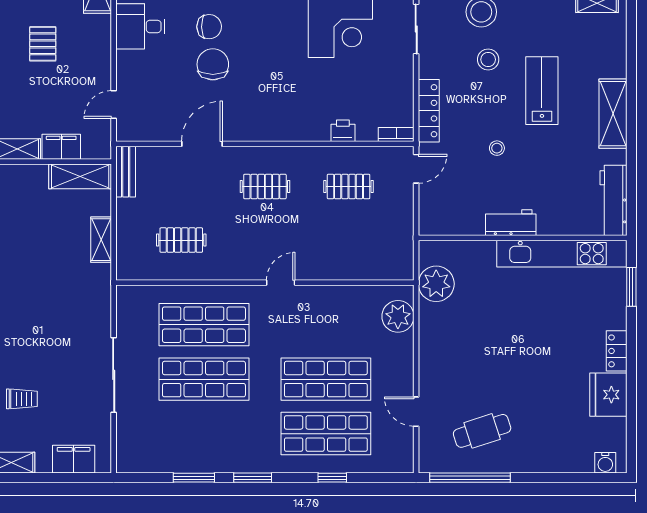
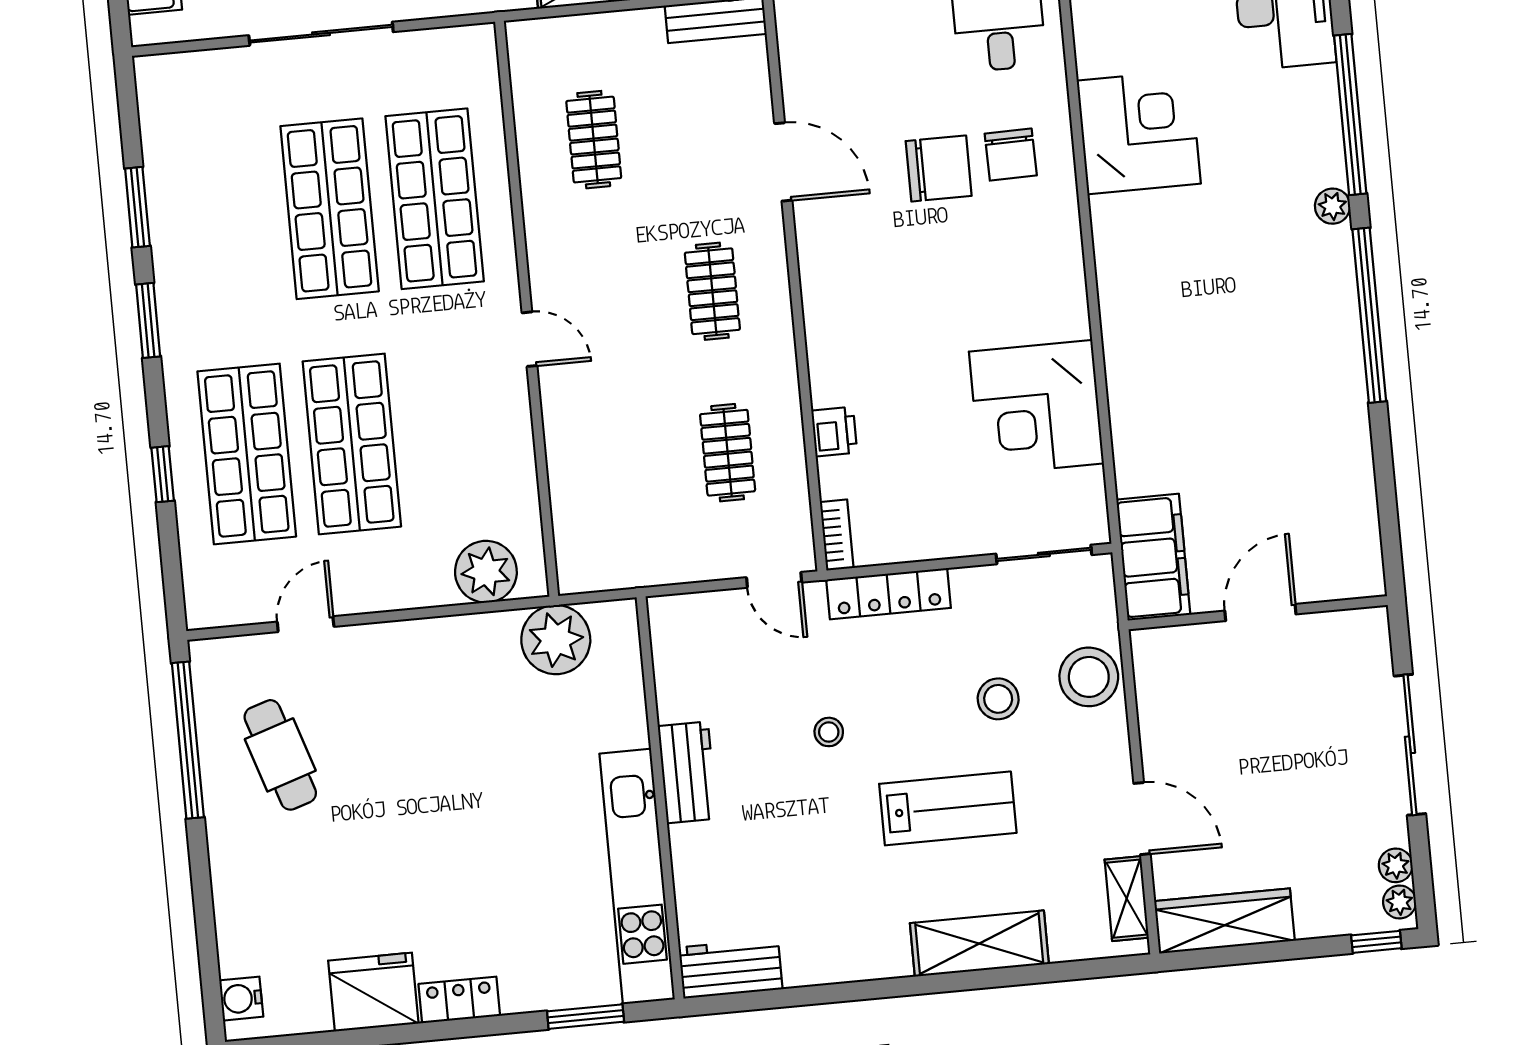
shelving: (613, 114) -> (979, 944), moved
workbench: (614, 200) -> (731, 968), width x0.73

